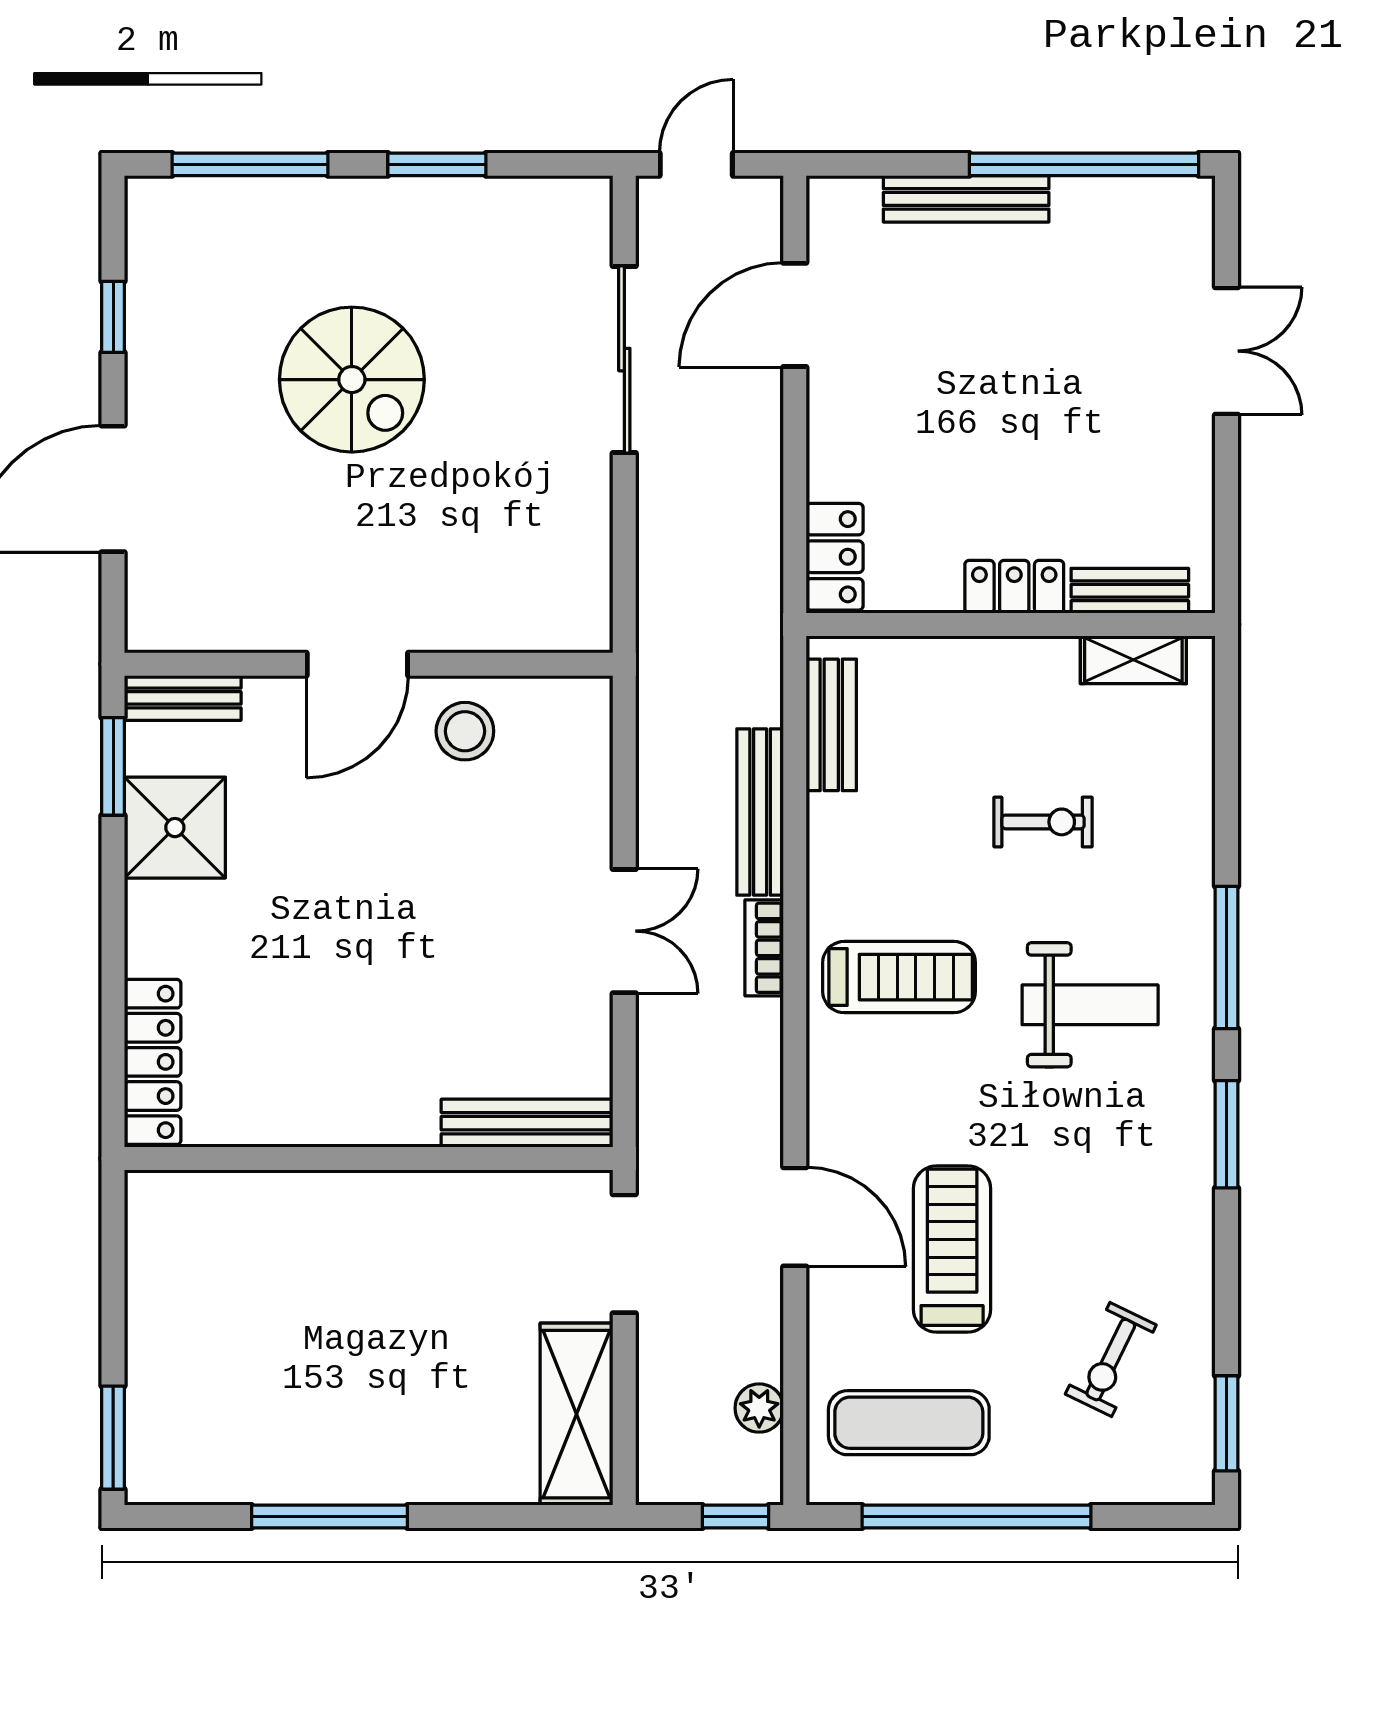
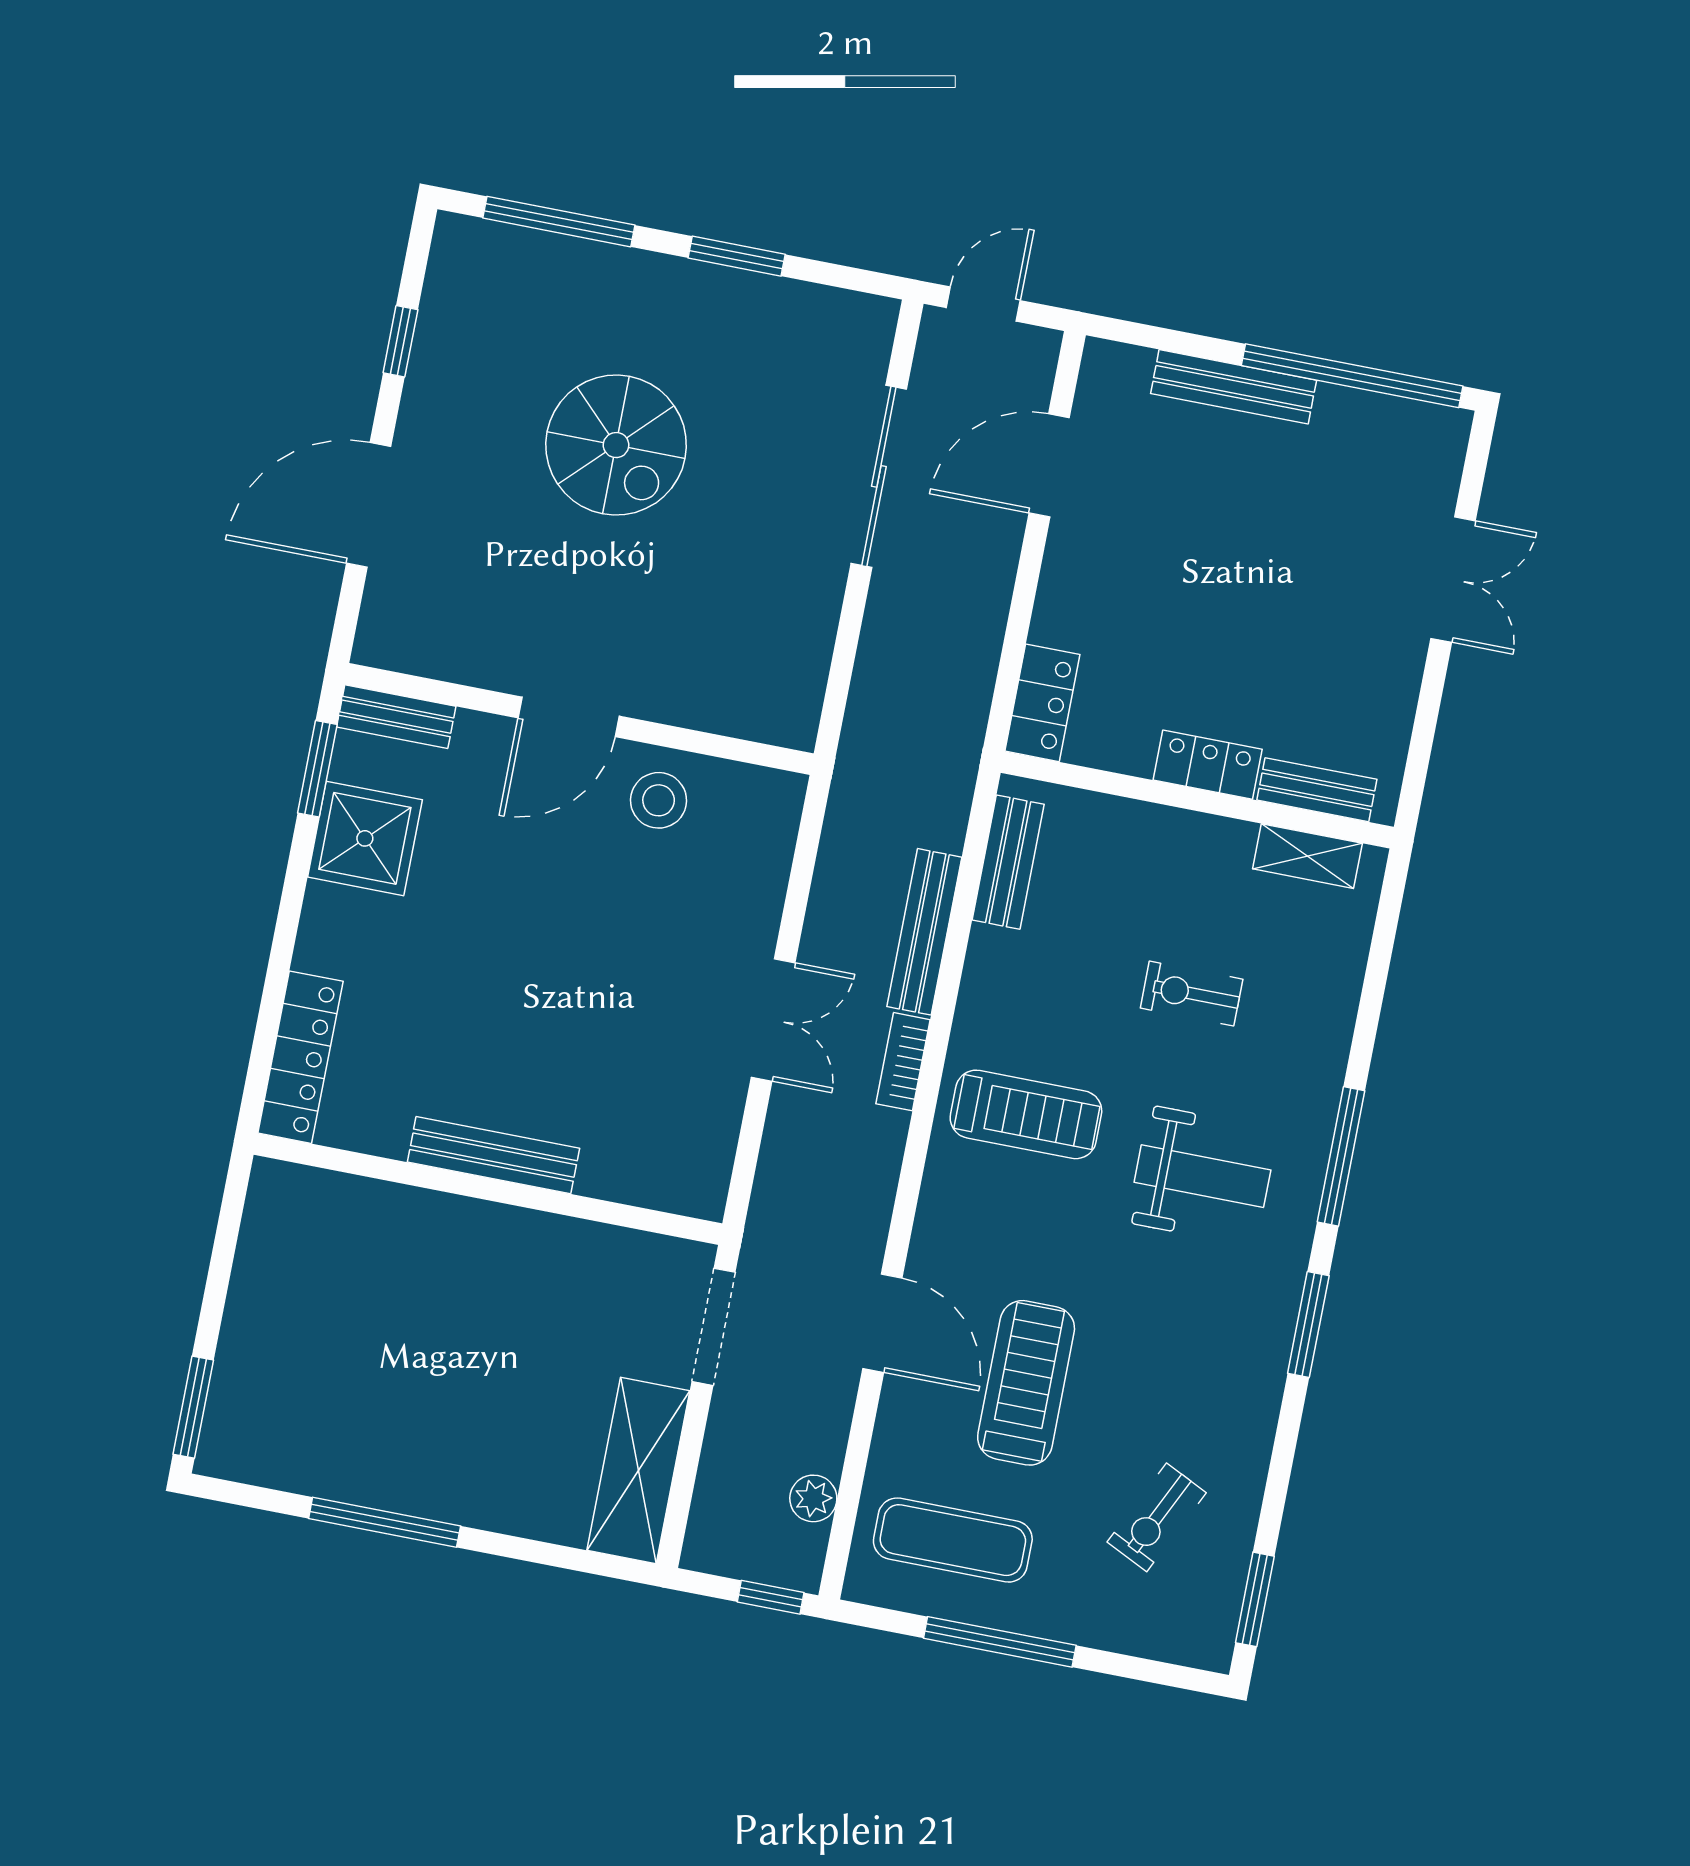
exercise bike: (1043, 822) -> (1192, 994), turned 180
bench: (527, 1123) -> (493, 1155), moved
window: (976, 1517) -> (1000, 1642), width x0.68

